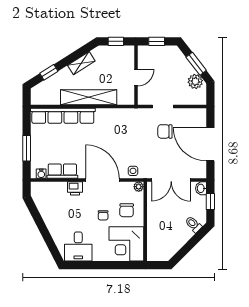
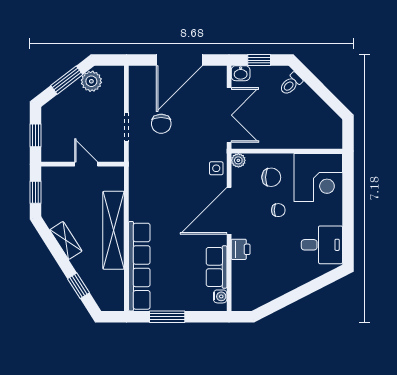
window: (27, 148) -> (167, 317), moved

